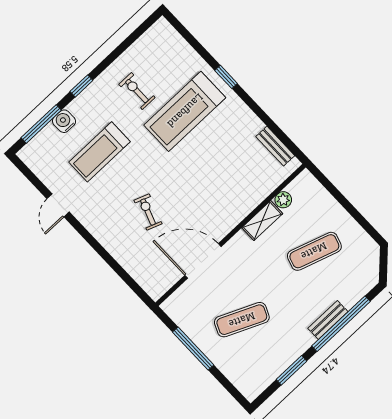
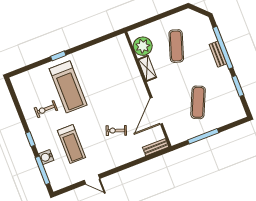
bench: (275, 146) -> (156, 147), moved
plant: (283, 200) -> (143, 46), width x1.87, depth x1.87

